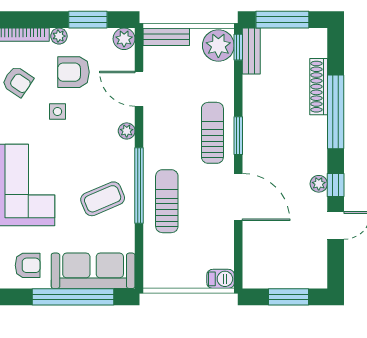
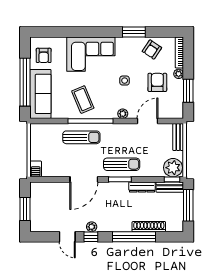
plant: (124, 39) -> (177, 112), removed
dresser: (251, 98) -> (142, 187), added
side table: (57, 111) -> (125, 81), moved

